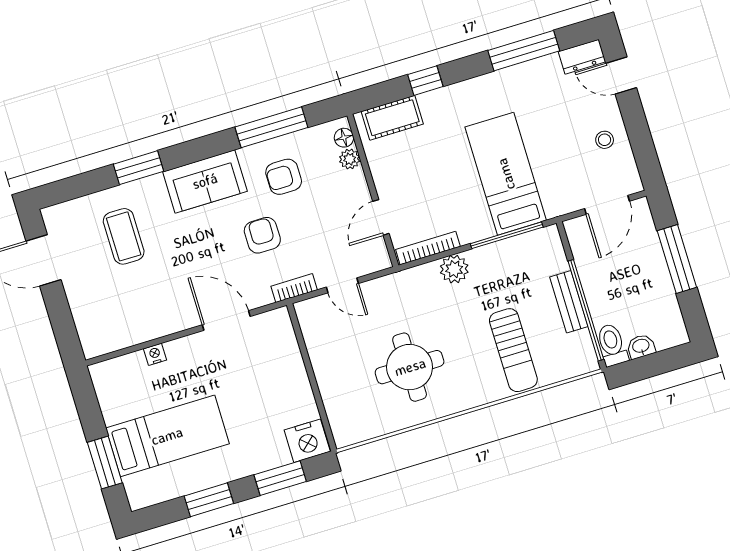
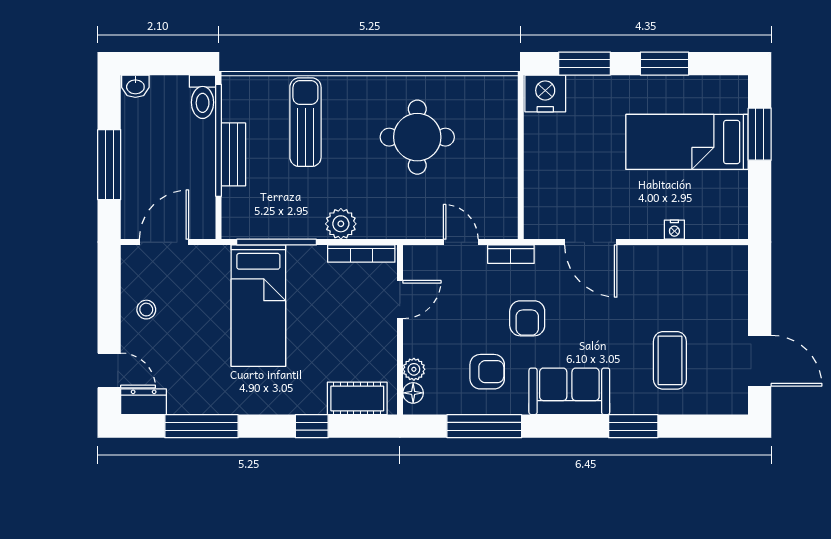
washbasin: (641, 346) -> (135, 86), moved

